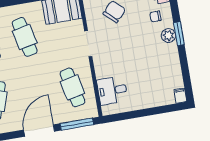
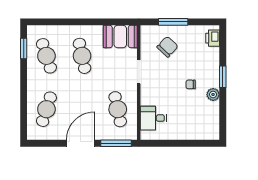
chair: (155, 16) -> (191, 84), moved
plant: (168, 36) -> (213, 94), moved
filing cabinet: (180, 96) -> (214, 133), removed

